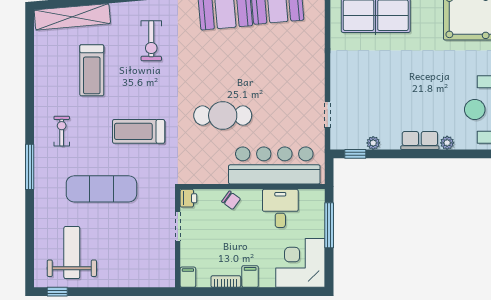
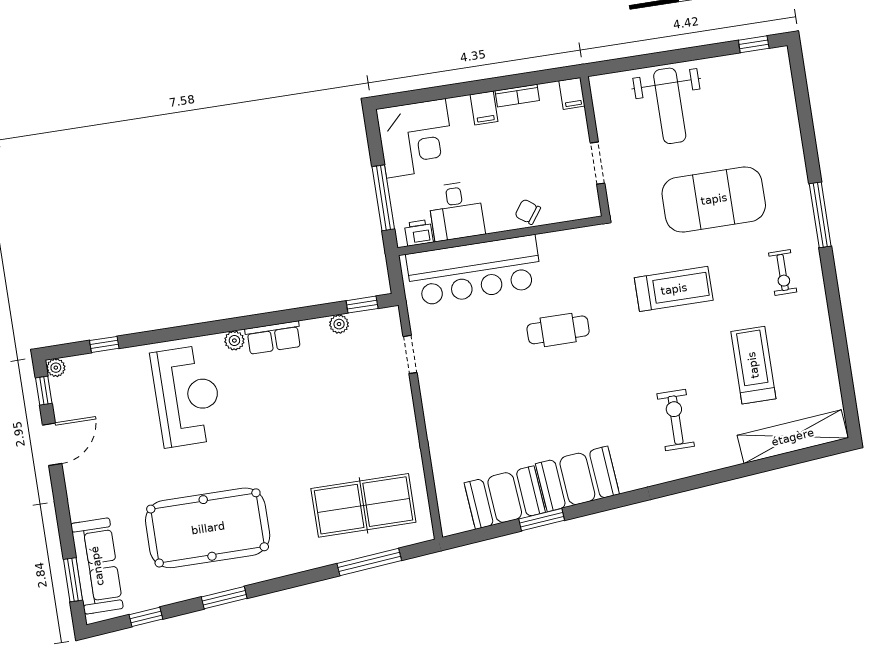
cafe table: (223, 115) -> (558, 330), width x0.73, depth x0.74
exercise mat: (101, 189) -> (714, 199), width x1.47
printer: (188, 198) -> (419, 233), moved, turned 90
weight bench: (72, 253) -> (670, 106), moved

